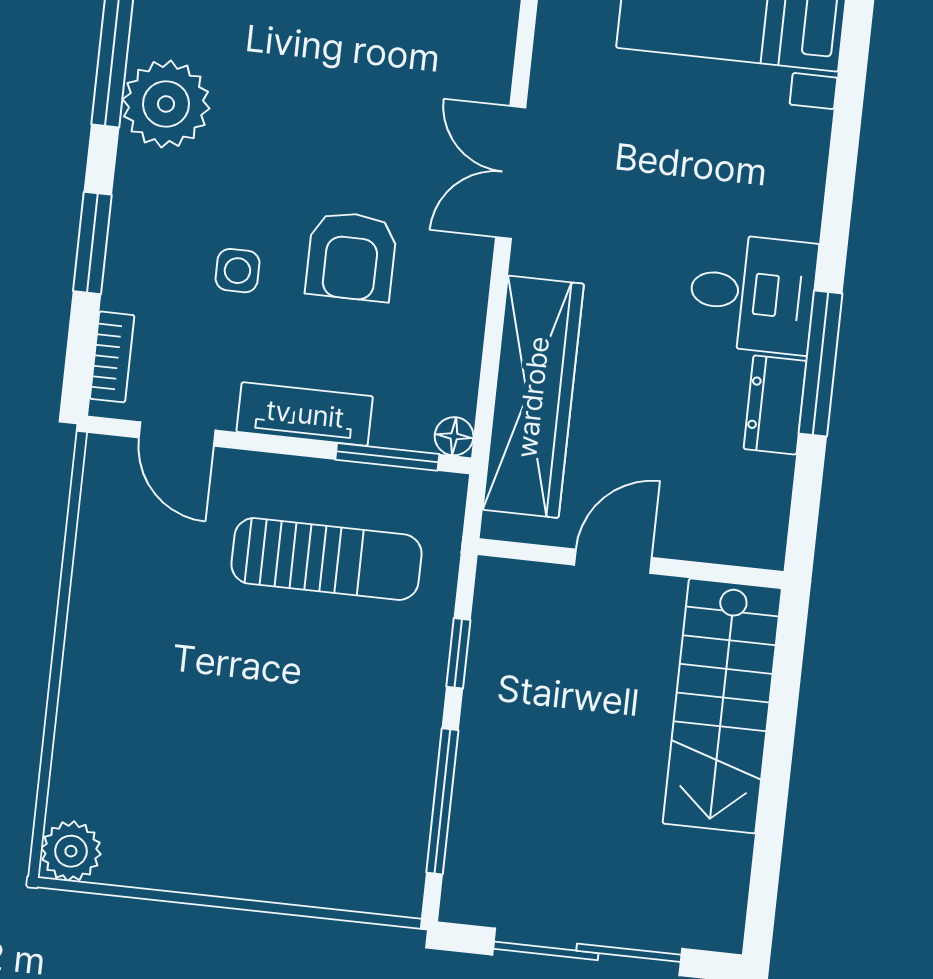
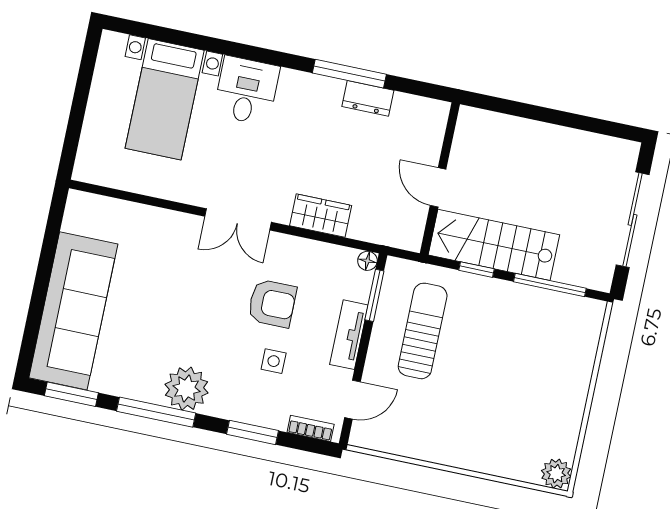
desk: (752, 293) -> (246, 91), moved
wardrobe: (533, 397) -> (321, 216), width x0.48, depth x0.85
stairs: (722, 706) -> (494, 245), moved, turned 180

